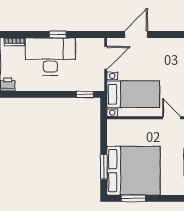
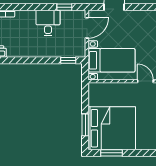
window: (58, 34) -> (64, 7), moved
desk: (50, 56) -> (48, 23), width x0.53, depth x0.77

